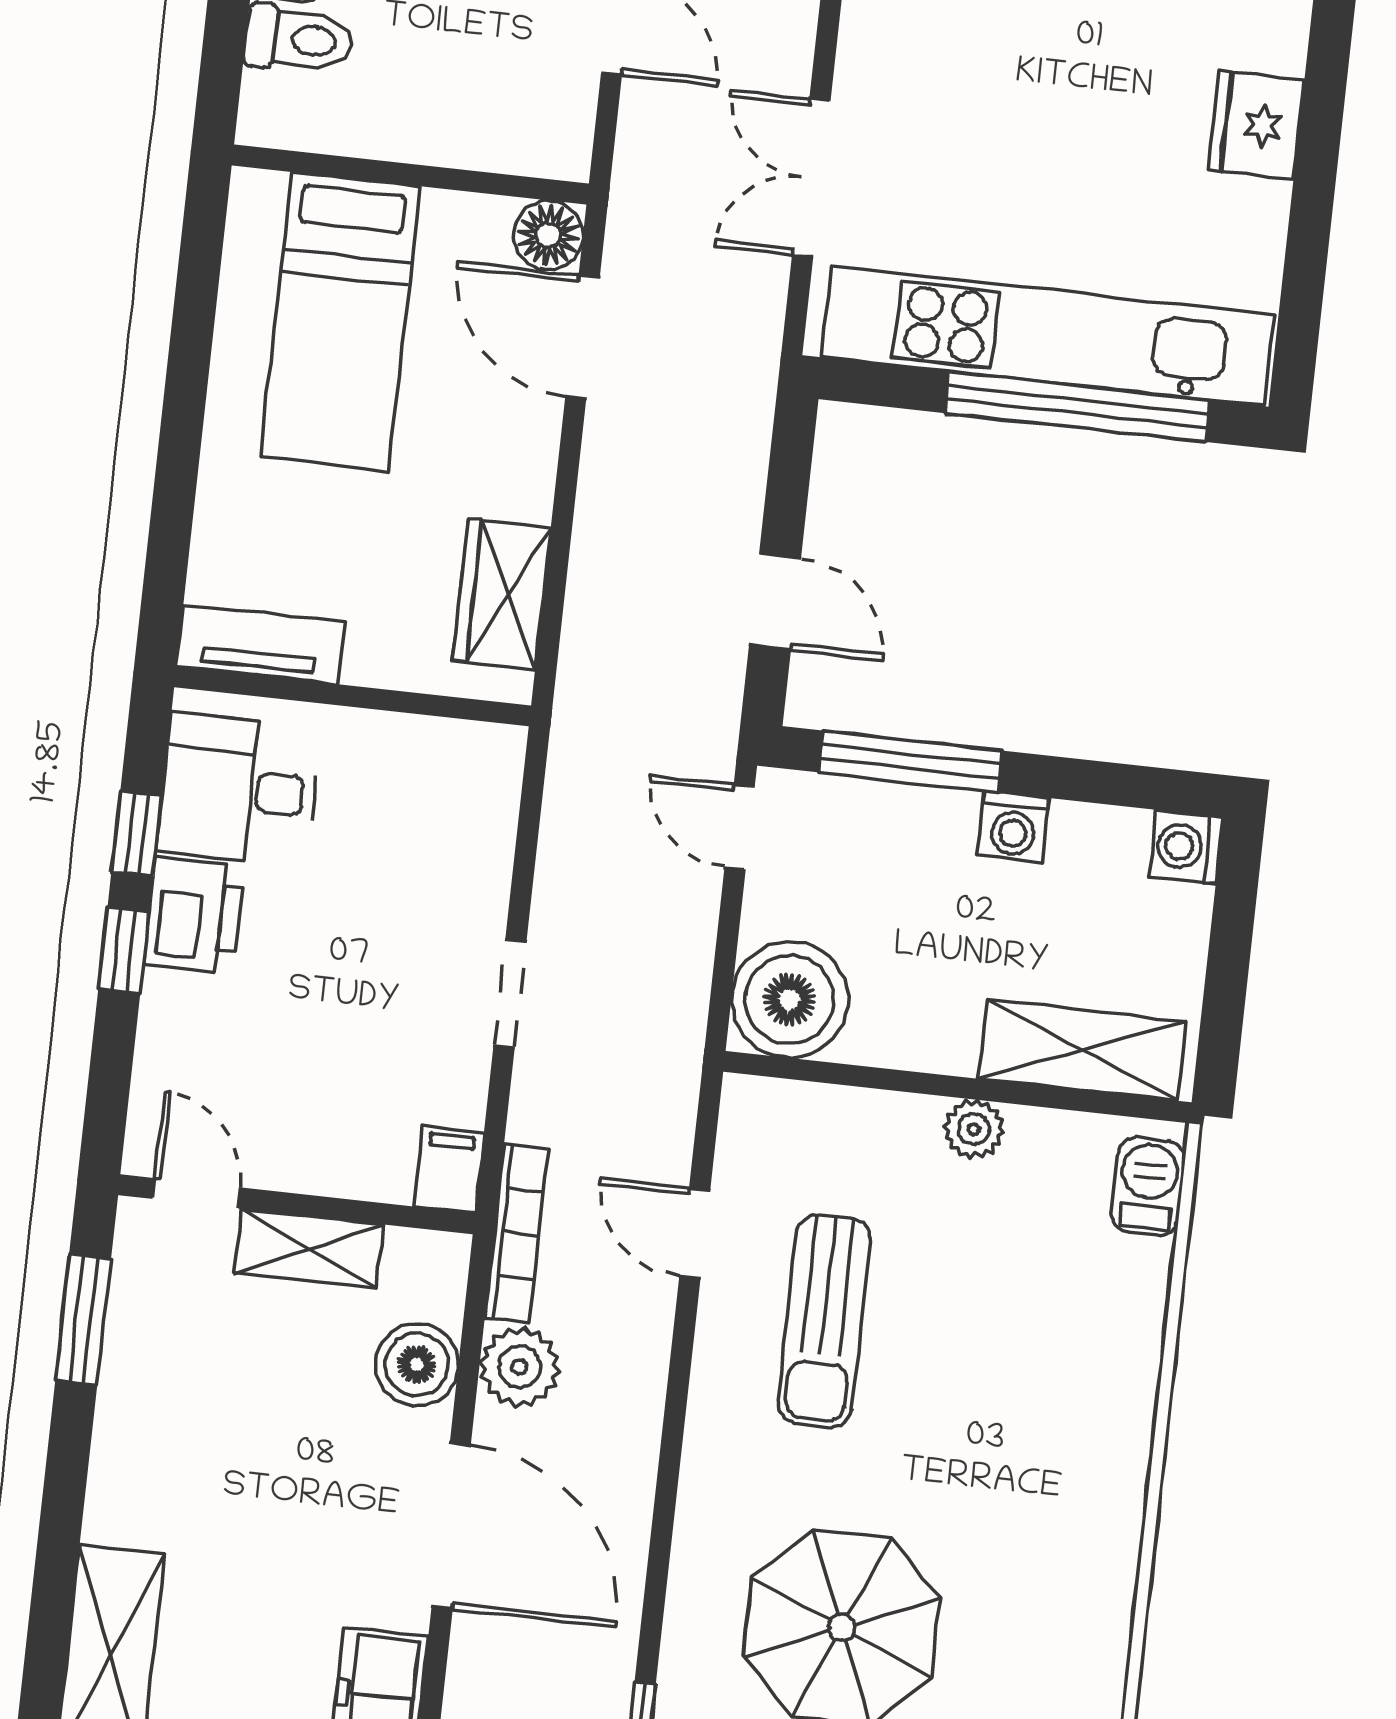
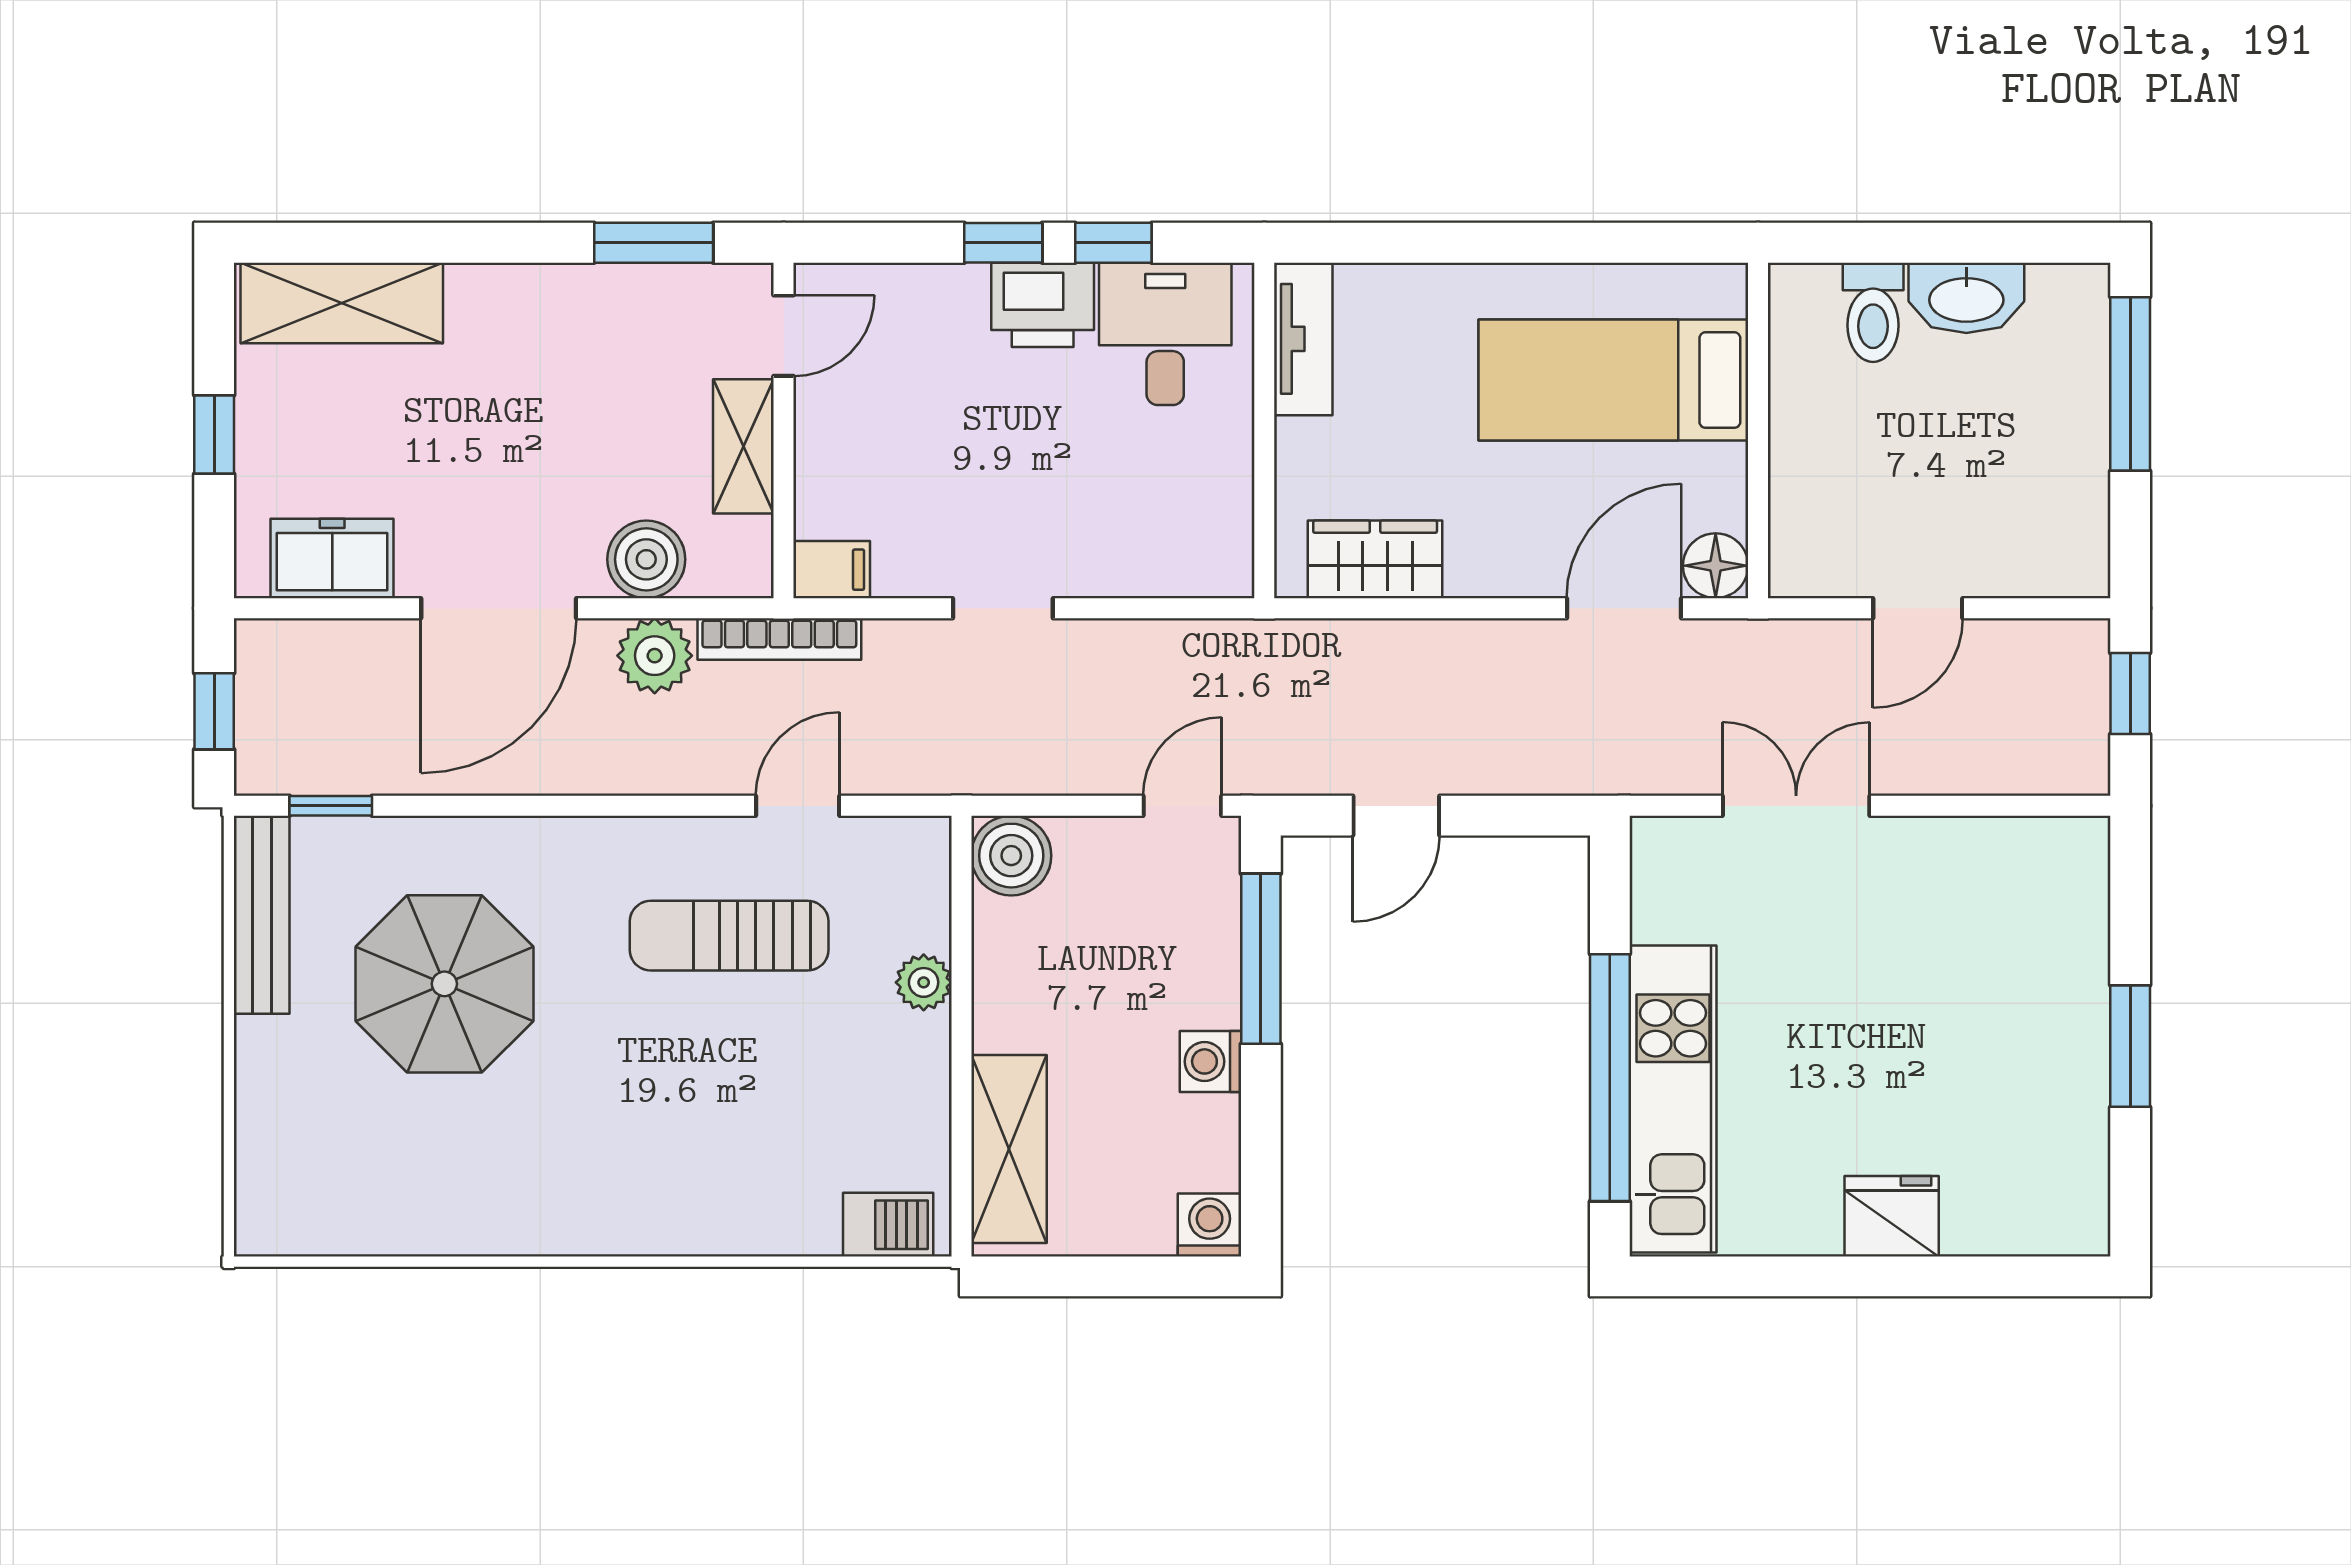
kitchen unit: (1048, 336) -> (1673, 1099), width x0.73
boiler: (790, 1000) -> (1011, 856), width x0.73, depth x0.73
plant: (974, 1129) -> (924, 982), moved

